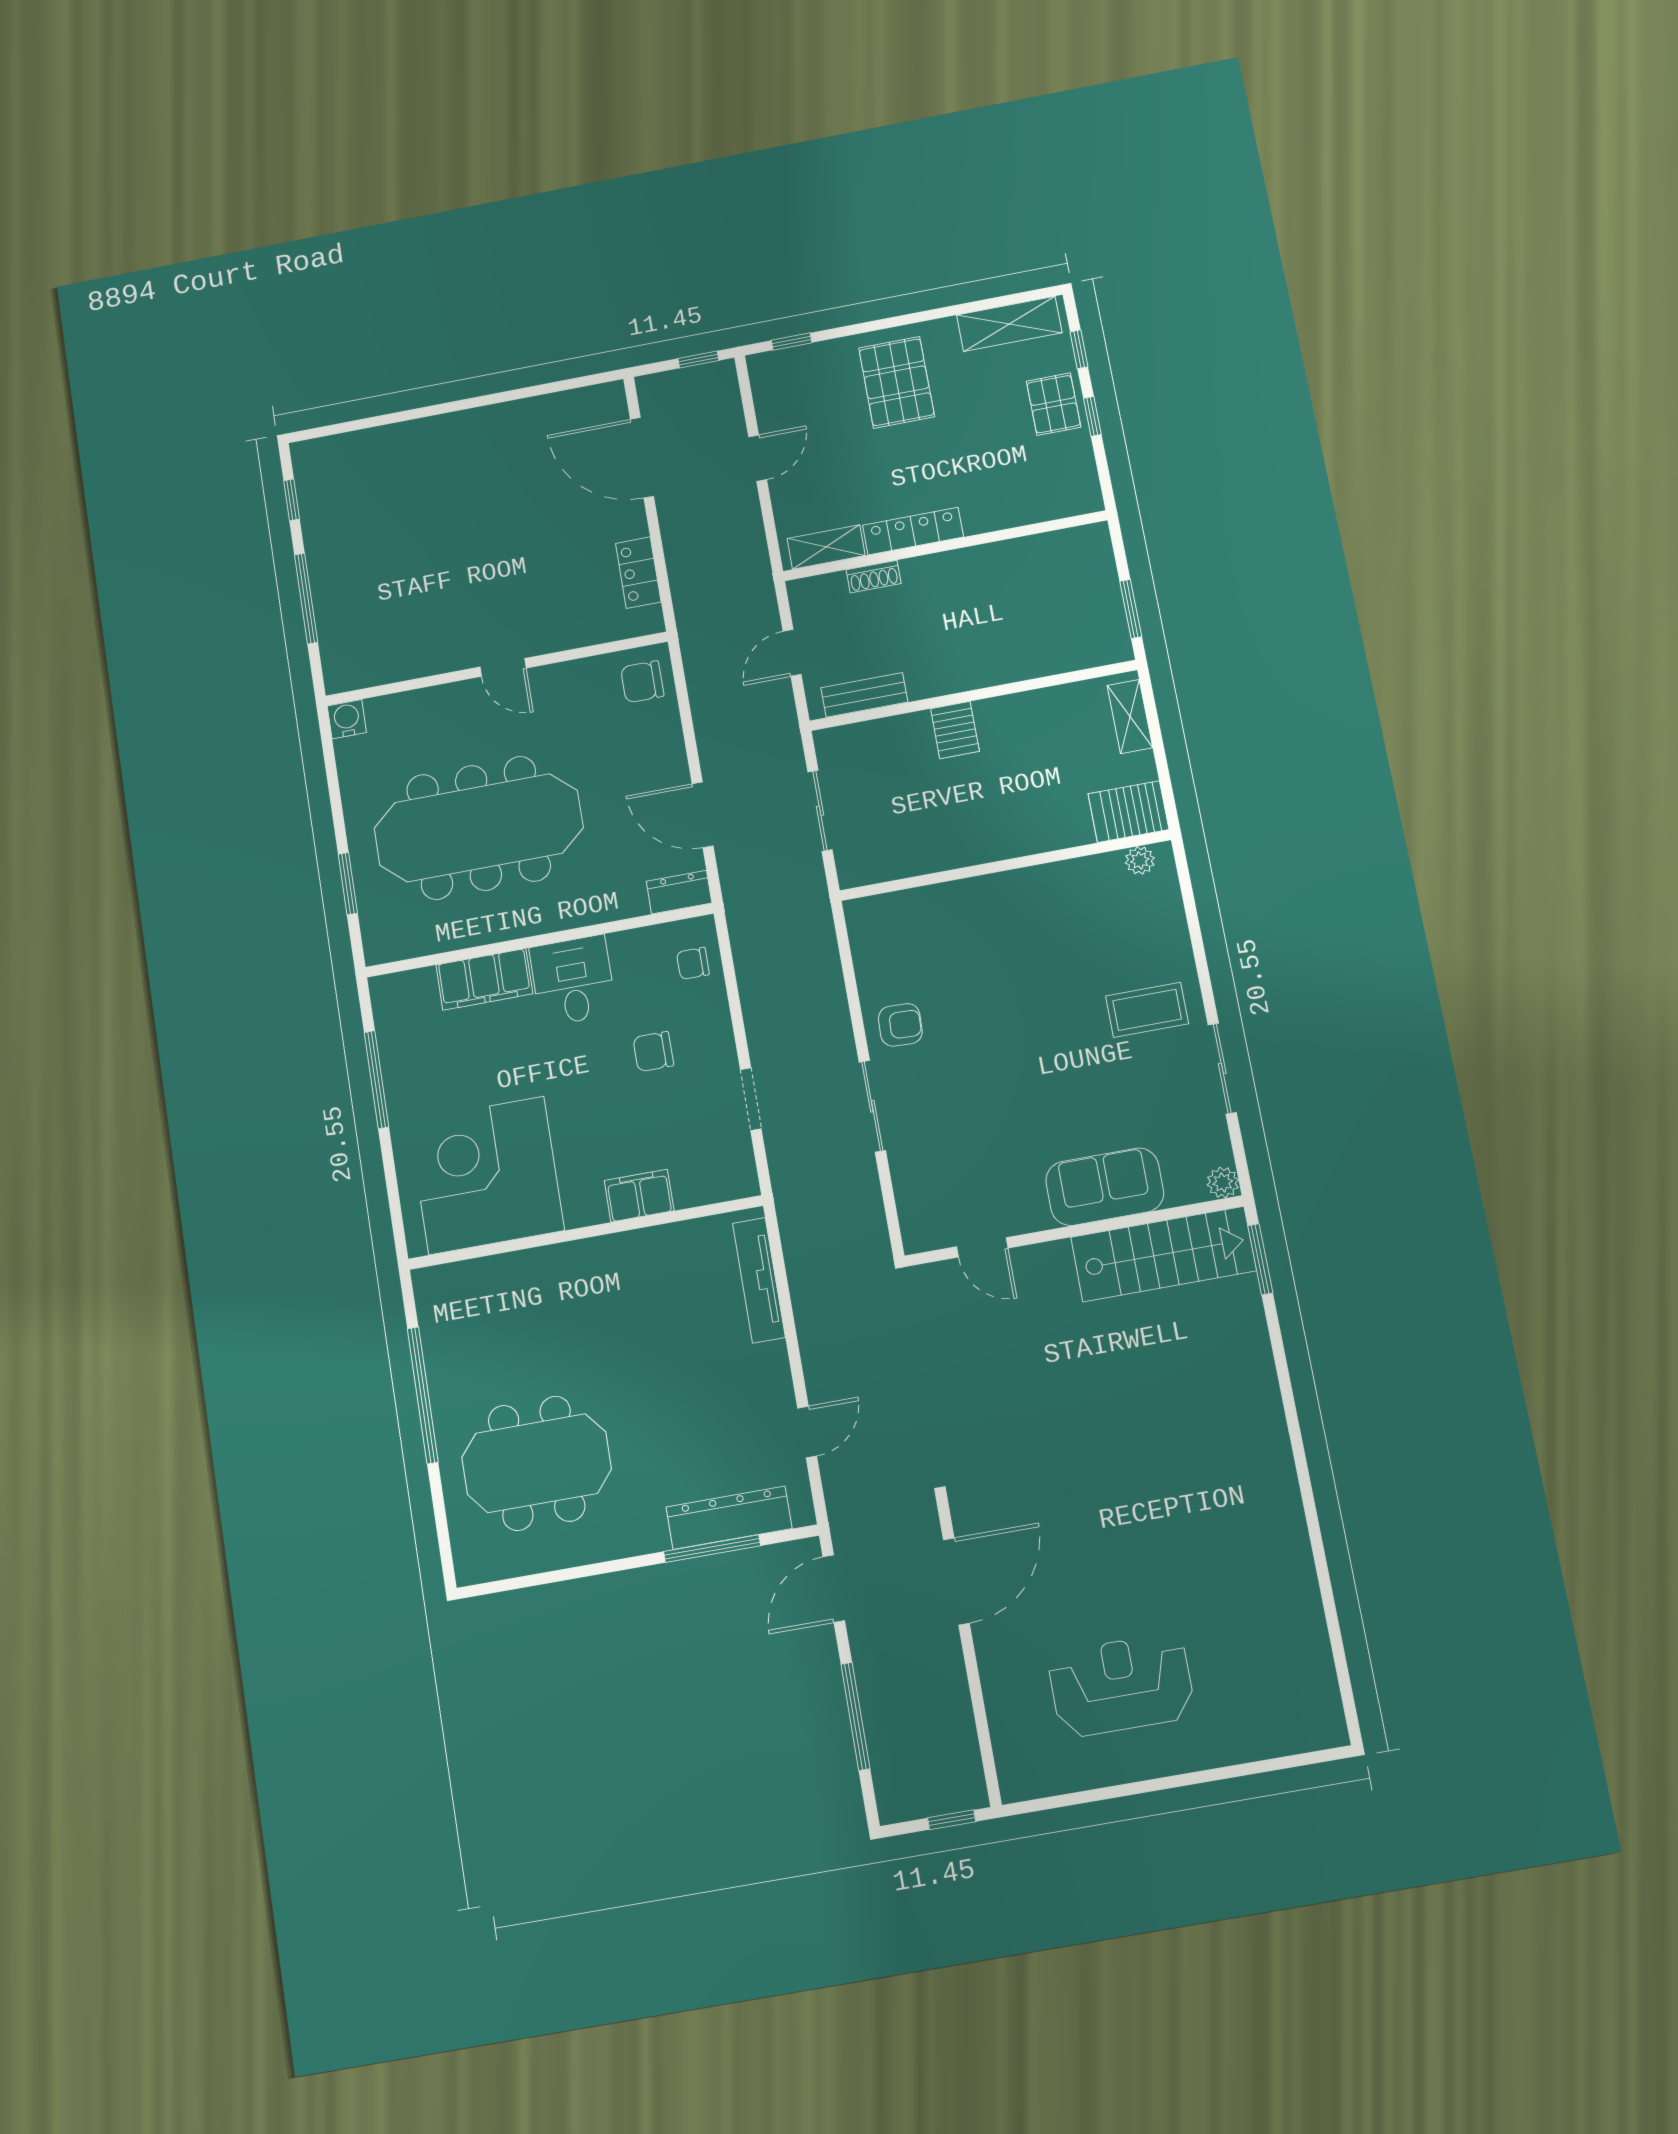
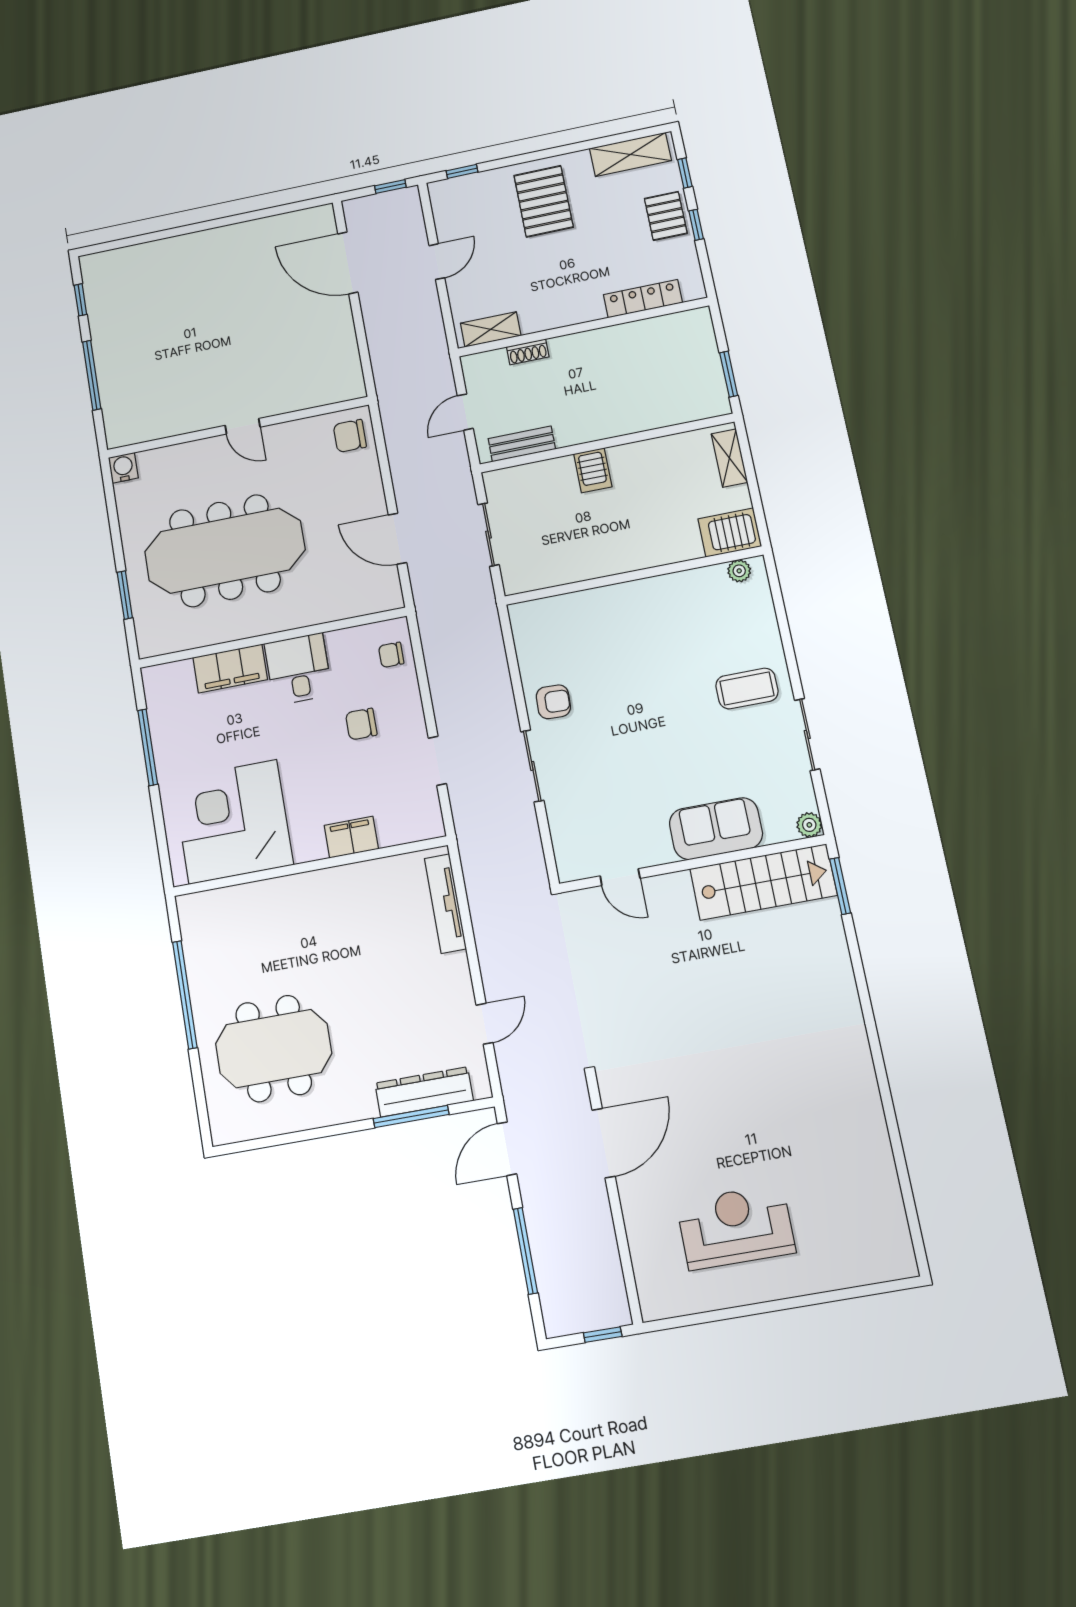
locker: (913, 531) -> (643, 299), moved
locker: (638, 573) -> (346, 352), removed
dresser: (679, 892) -> (380, 599), removed

